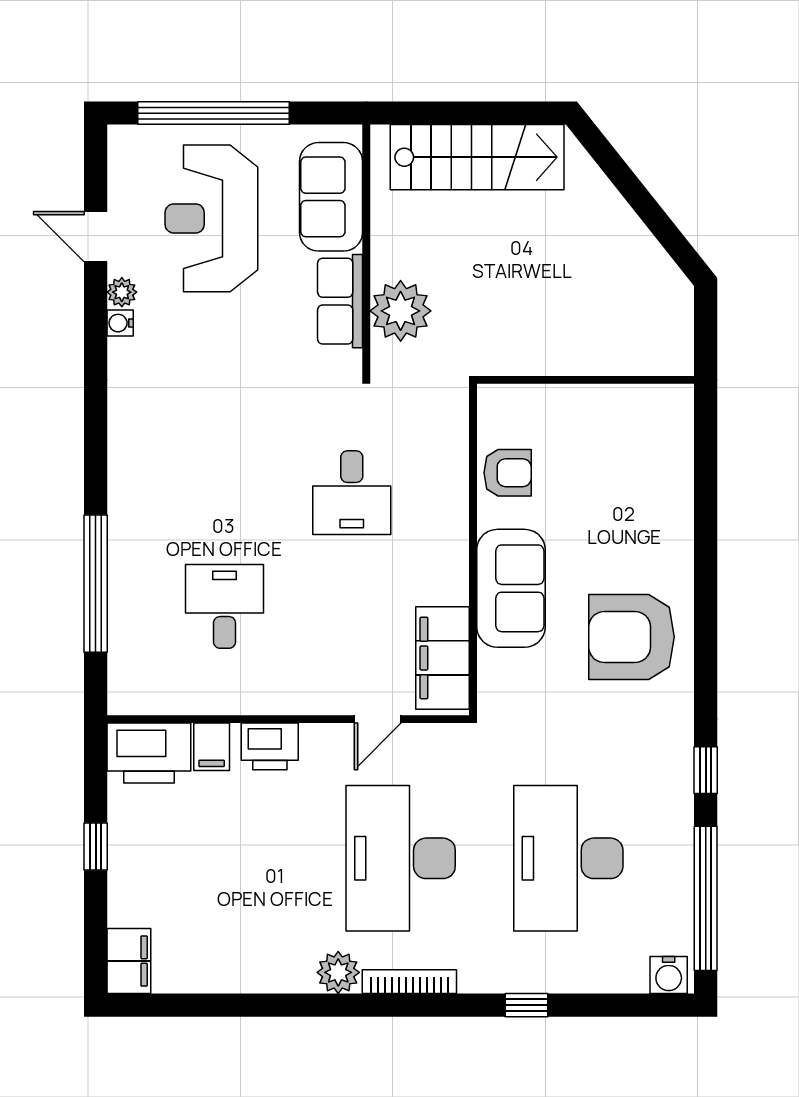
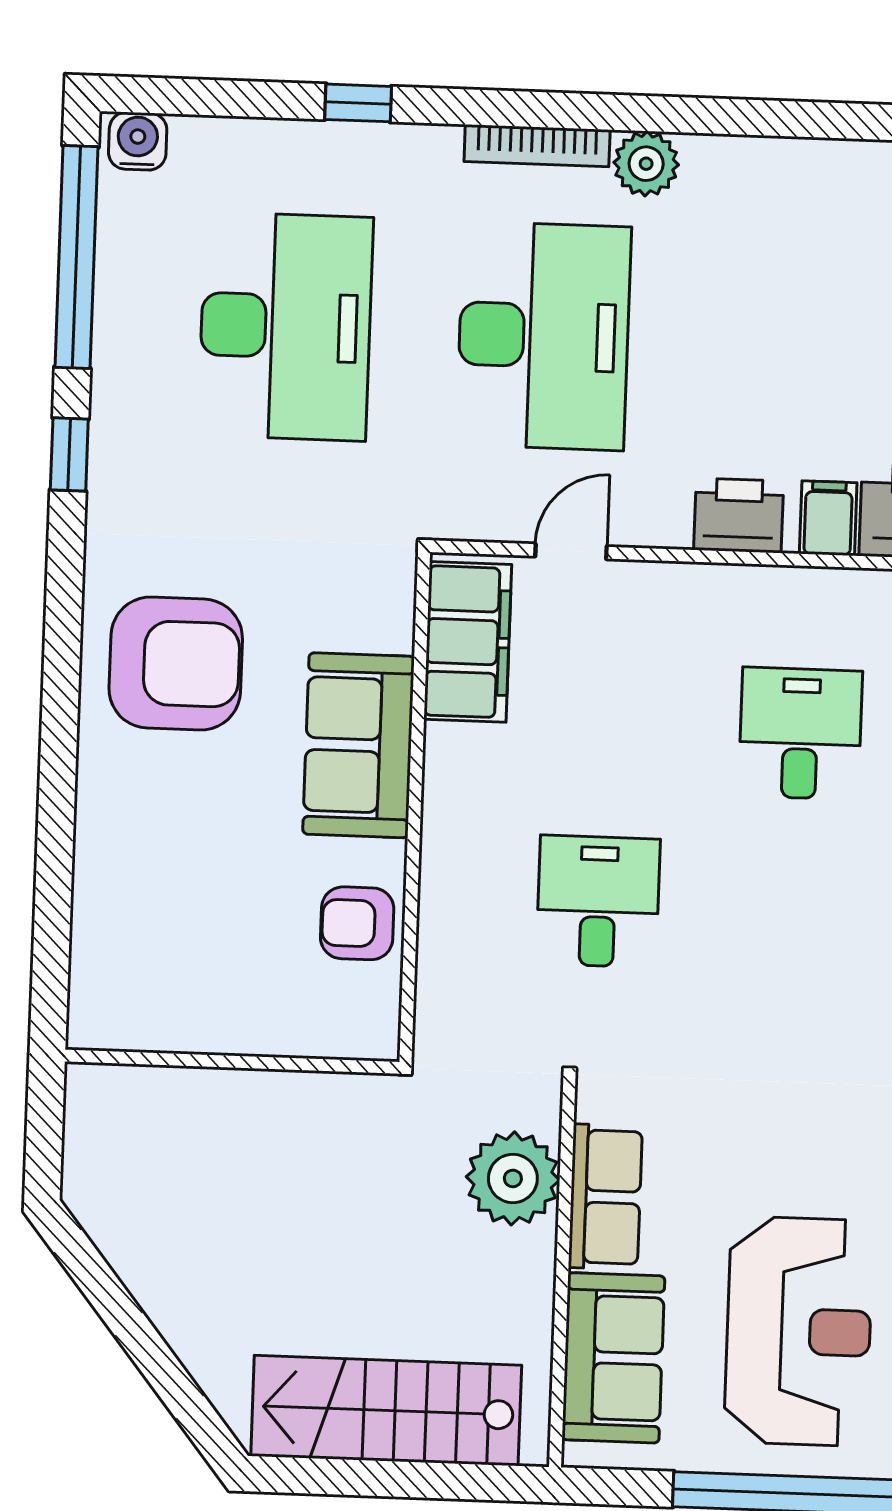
desk: (225, 606) -> (800, 733), turned 180

